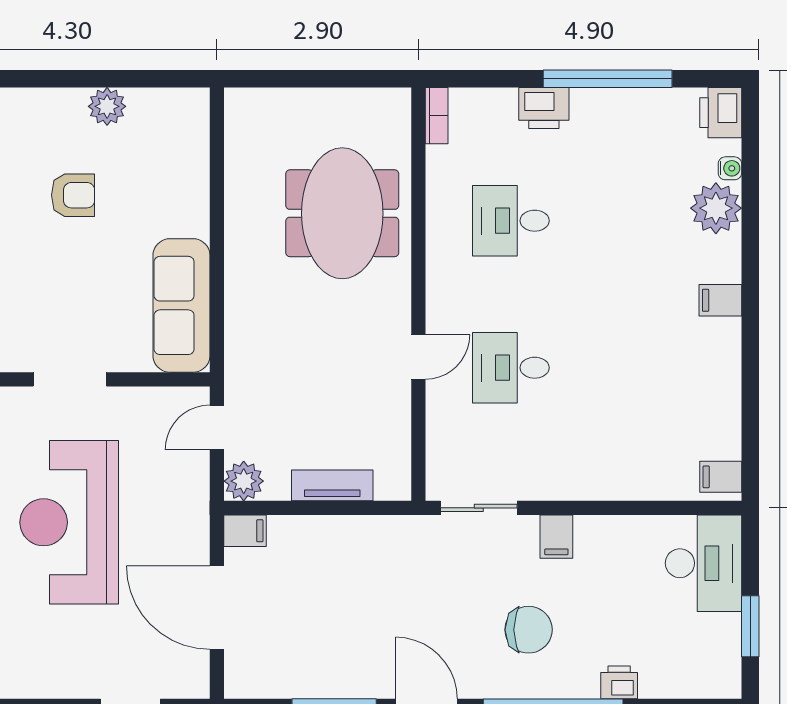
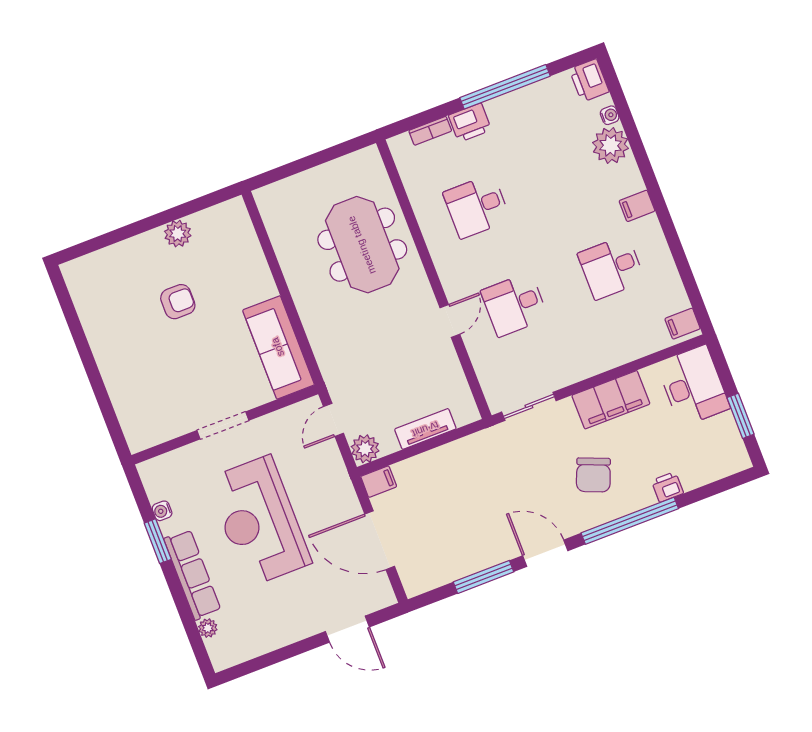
bookcase: (437, 116) -> (430, 131), moved, turned 90
desk: (656, 368) -> (611, 267), added
filing cabinet: (556, 537) -> (611, 400), width x3.00, depth x1.17
chair: (529, 630) -> (593, 475), turned 112

